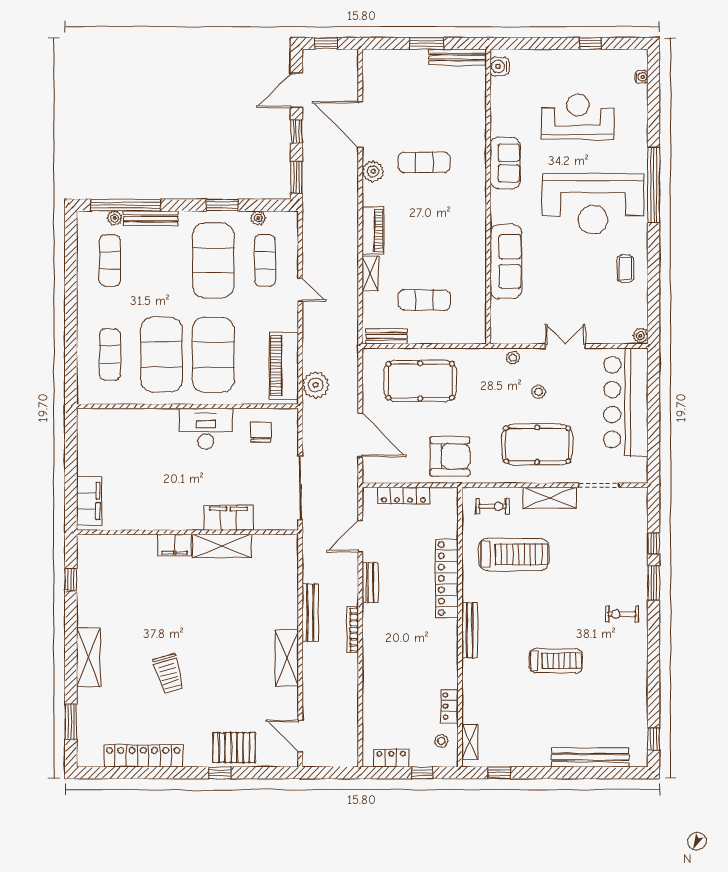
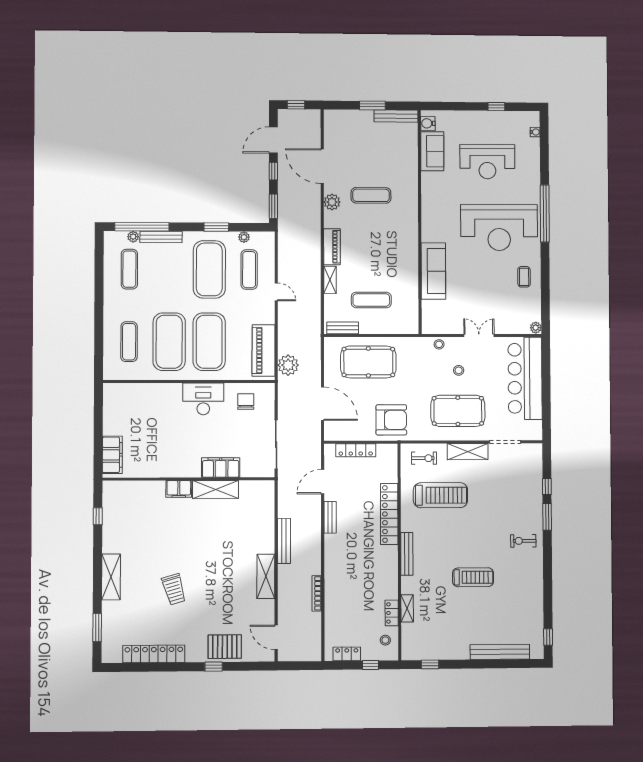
reception desk: (578, 117) -> (487, 162), turned 180
sofa: (505, 163) -> (432, 151), moved
bookcase: (353, 630) -> (317, 593), moved
shelving: (470, 742) -> (407, 608), moved

